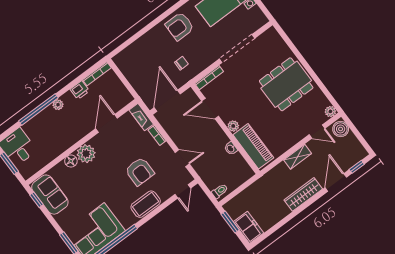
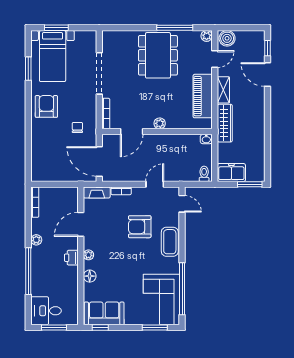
armchair: (180, 26) -> (46, 106), turned 180
window: (318, 81) -> (175, 28), added
printer: (80, 90) -> (71, 258), moved, turned 180
plant: (58, 105) -> (36, 240), moved
door: (107, 123) -> (81, 224), hinge flipped
piano: (253, 146) -> (203, 96), moved, turned -90
washbasin: (231, 148) -> (206, 139), moved
plant: (86, 154) -> (88, 255), width x0.53, depth x0.53
armchair: (140, 171) -> (140, 227), turned 180
wardrobe: (303, 194) -> (225, 123), moved, turned 180
window: (230, 222) -> (250, 184), moved
freezer: (248, 227) -> (231, 173), moved

